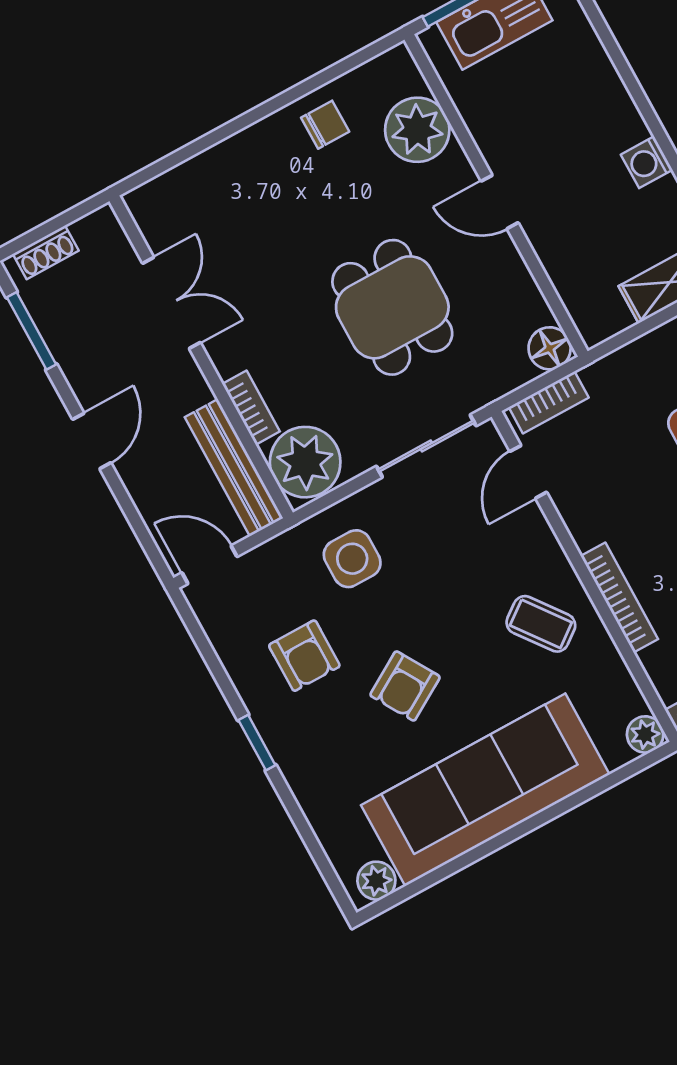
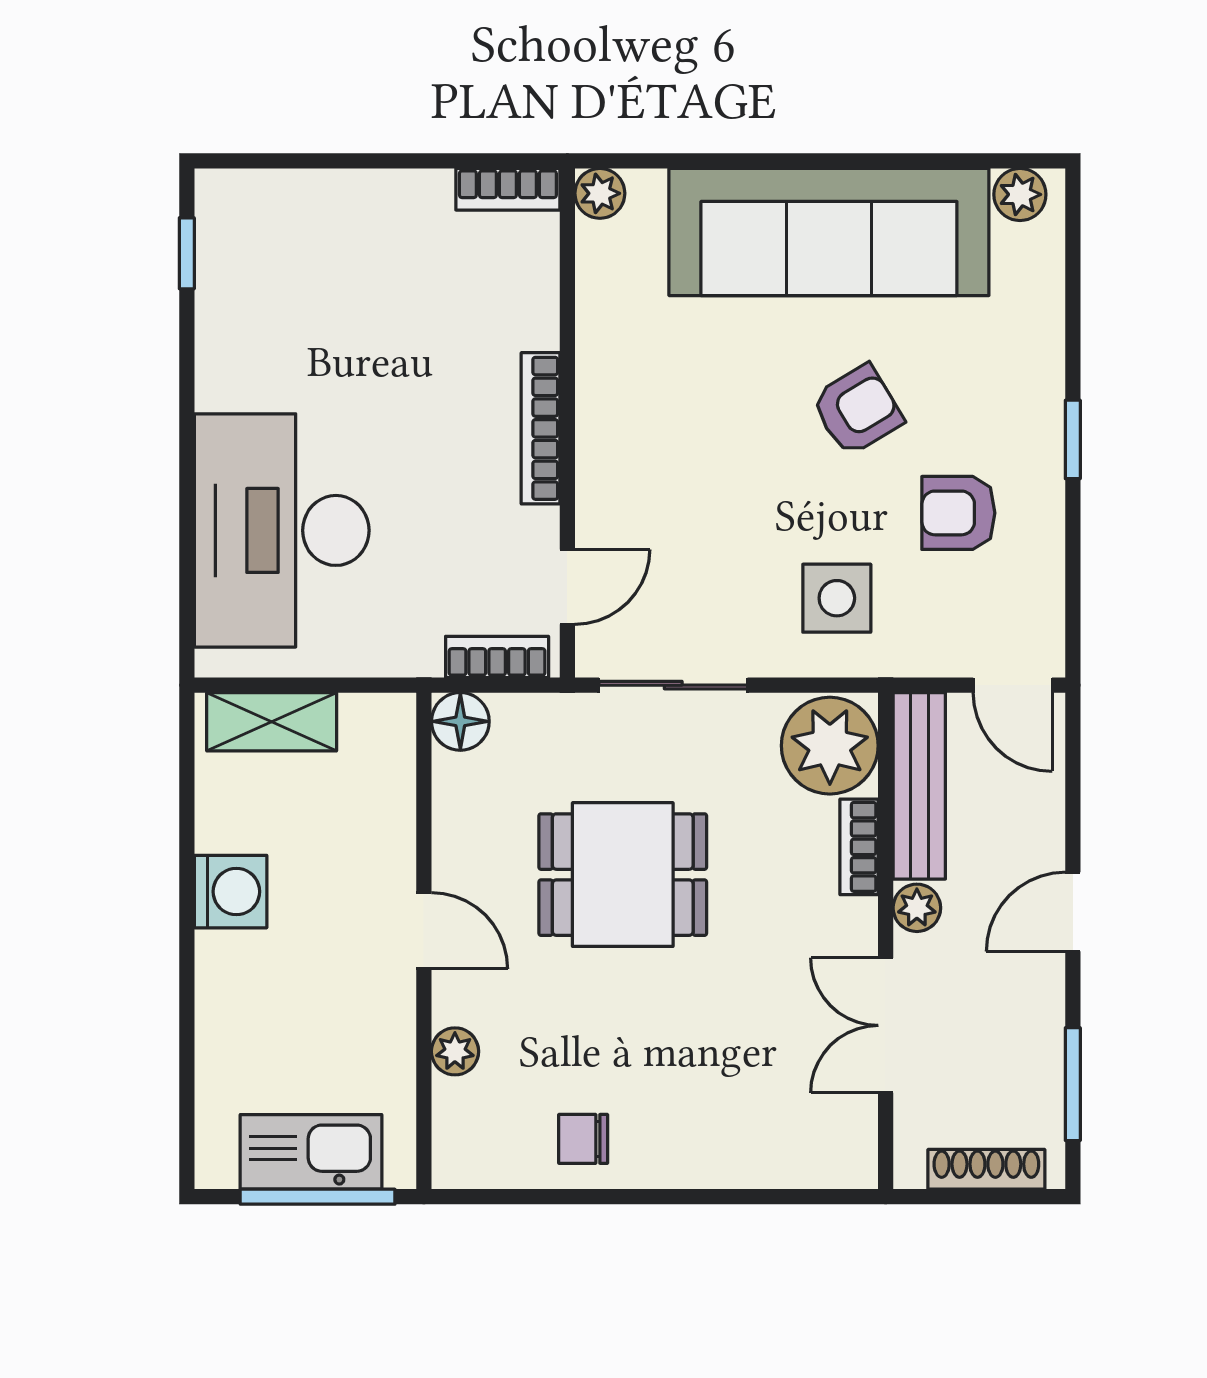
plant: (417, 130) -> (455, 1051), width x0.53, depth x0.53
washing machine: (647, 162) -> (231, 892), width x1.38, depth x1.38
shoe rack: (46, 252) -> (986, 1169), width x1.43
dining table: (392, 307) -> (623, 875), turned 90
plant: (193, 389) -> (917, 908), added
bookcase: (619, 598) -> (541, 428), moved
coffee table: (541, 624) -> (652, 395), removed
armchair: (304, 656) -> (958, 513), turned -90

